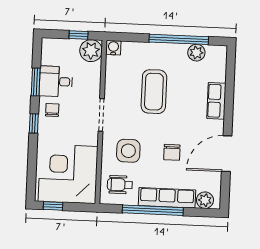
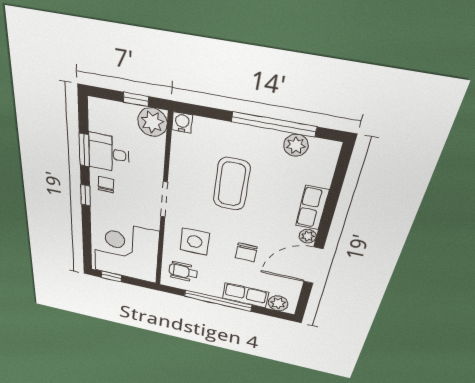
plant: (218, 127) -> (308, 236), added
row of seats: (167, 198) -> (245, 295), width x0.68

